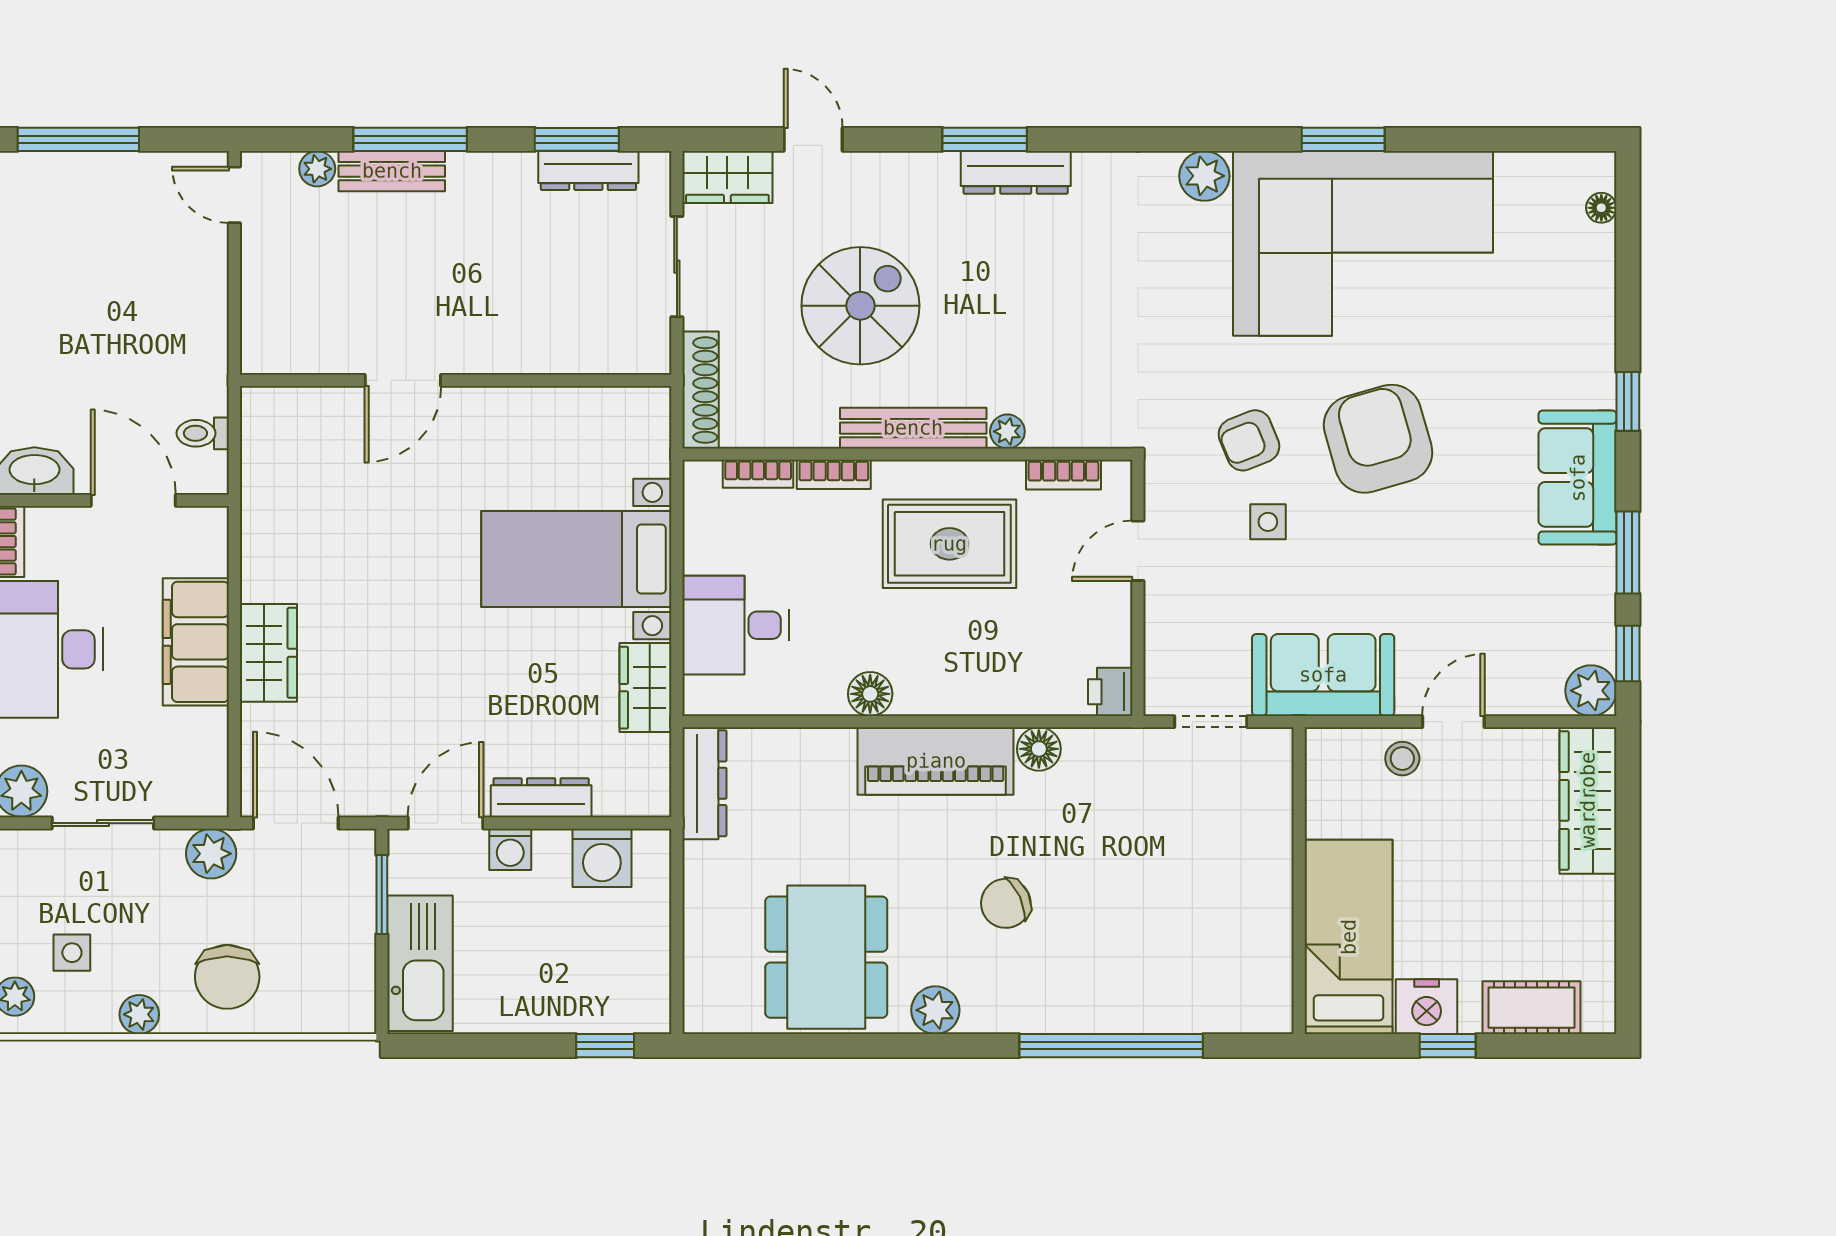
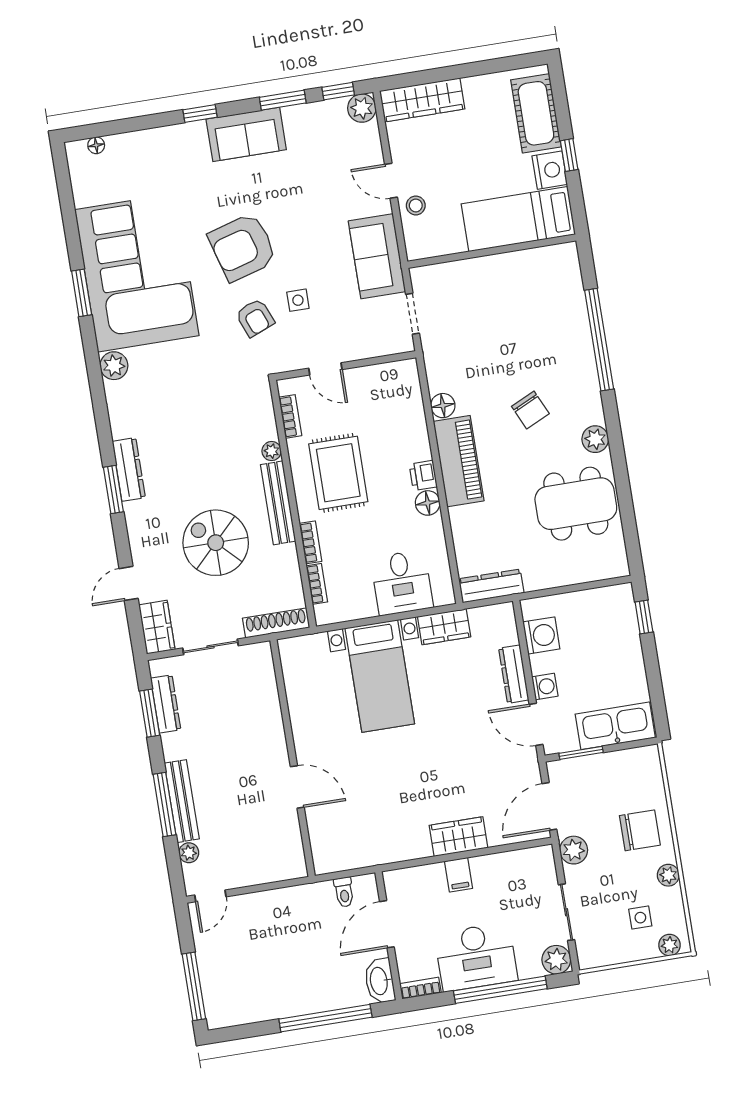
bench: (392, 171) -> (182, 801), width x1.36
filing cabinet: (196, 642) -> (459, 875), width x0.33, depth x0.86
printer: (1110, 692) -> (423, 476), moved, turned 90
cot: (1531, 1008) -> (536, 113), width x1.37, depth x1.34

